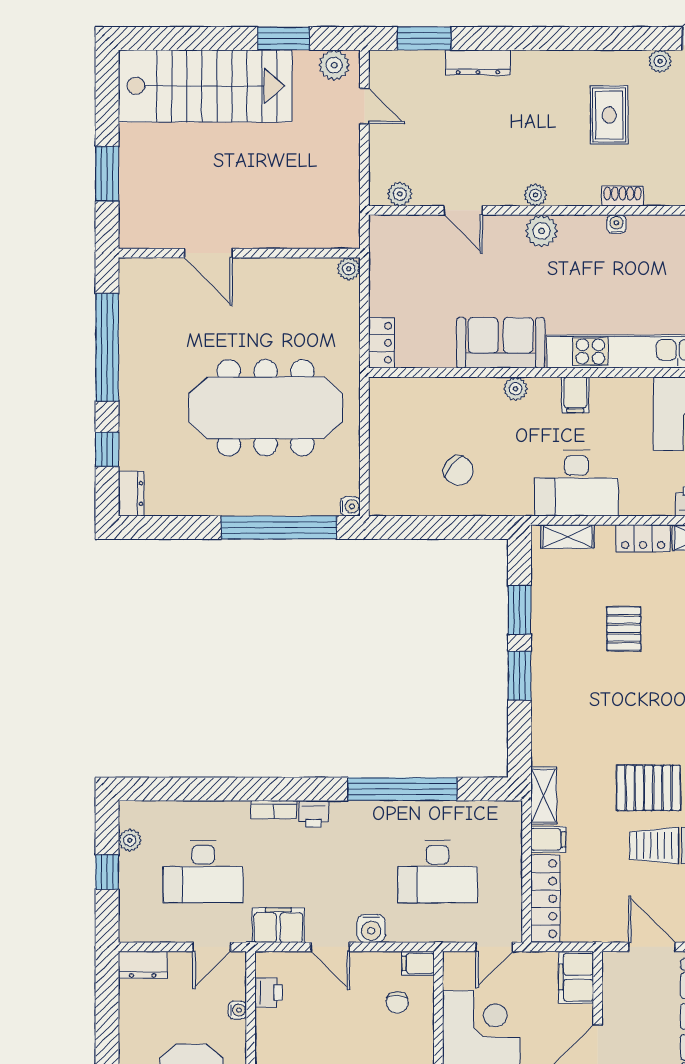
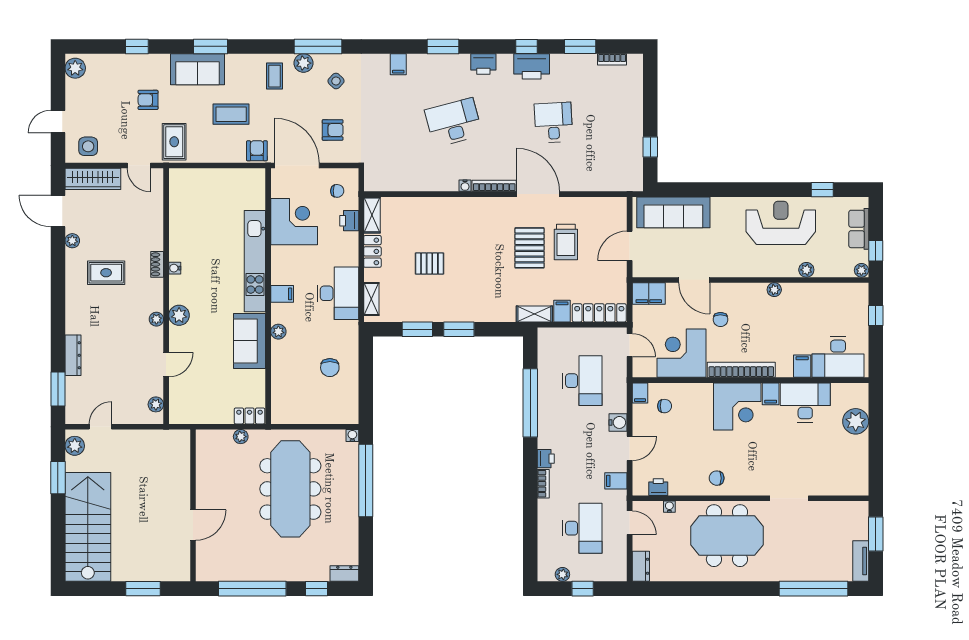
plant: (349, 269) -> (241, 437), moved
chair: (458, 471) -> (330, 368), turned 140
filing cabinet: (278, 925) -> (616, 481), width x0.50

